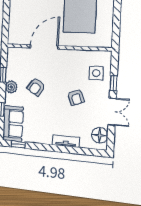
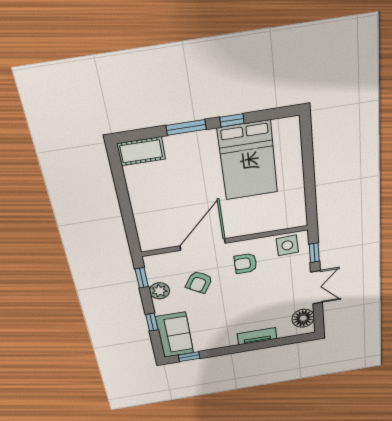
door: (44, 47) -> (203, 244), moved
wall: (58, 47) -> (225, 241), moved
armchair: (76, 97) -> (245, 263), moved, turned 110

